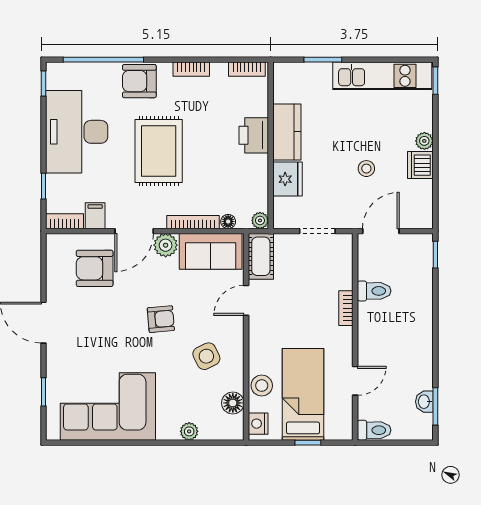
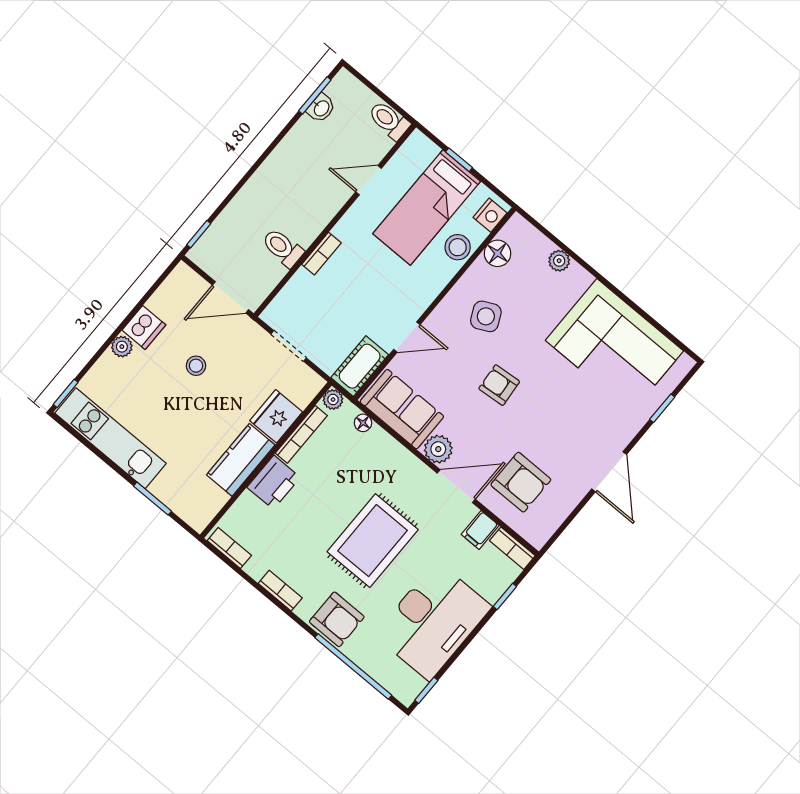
bookcase: (193, 222) -> (301, 434), moved, turned -90

